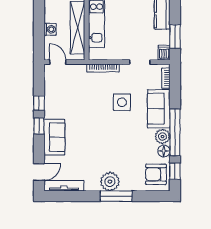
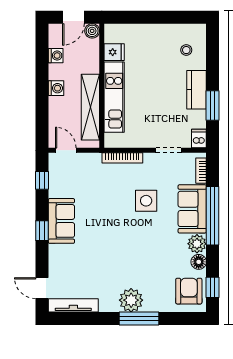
washing machine: (50, 29) -> (56, 88), moved
window: (175, 37) -> (213, 106), moved
window: (39, 103) -> (42, 180), moved
window: (175, 132) -> (213, 216), moved
sofa: (54, 137) -> (61, 221), moved
door: (39, 172) -> (42, 288), swing flipped
armchair: (156, 174) -> (189, 291), turned 90

